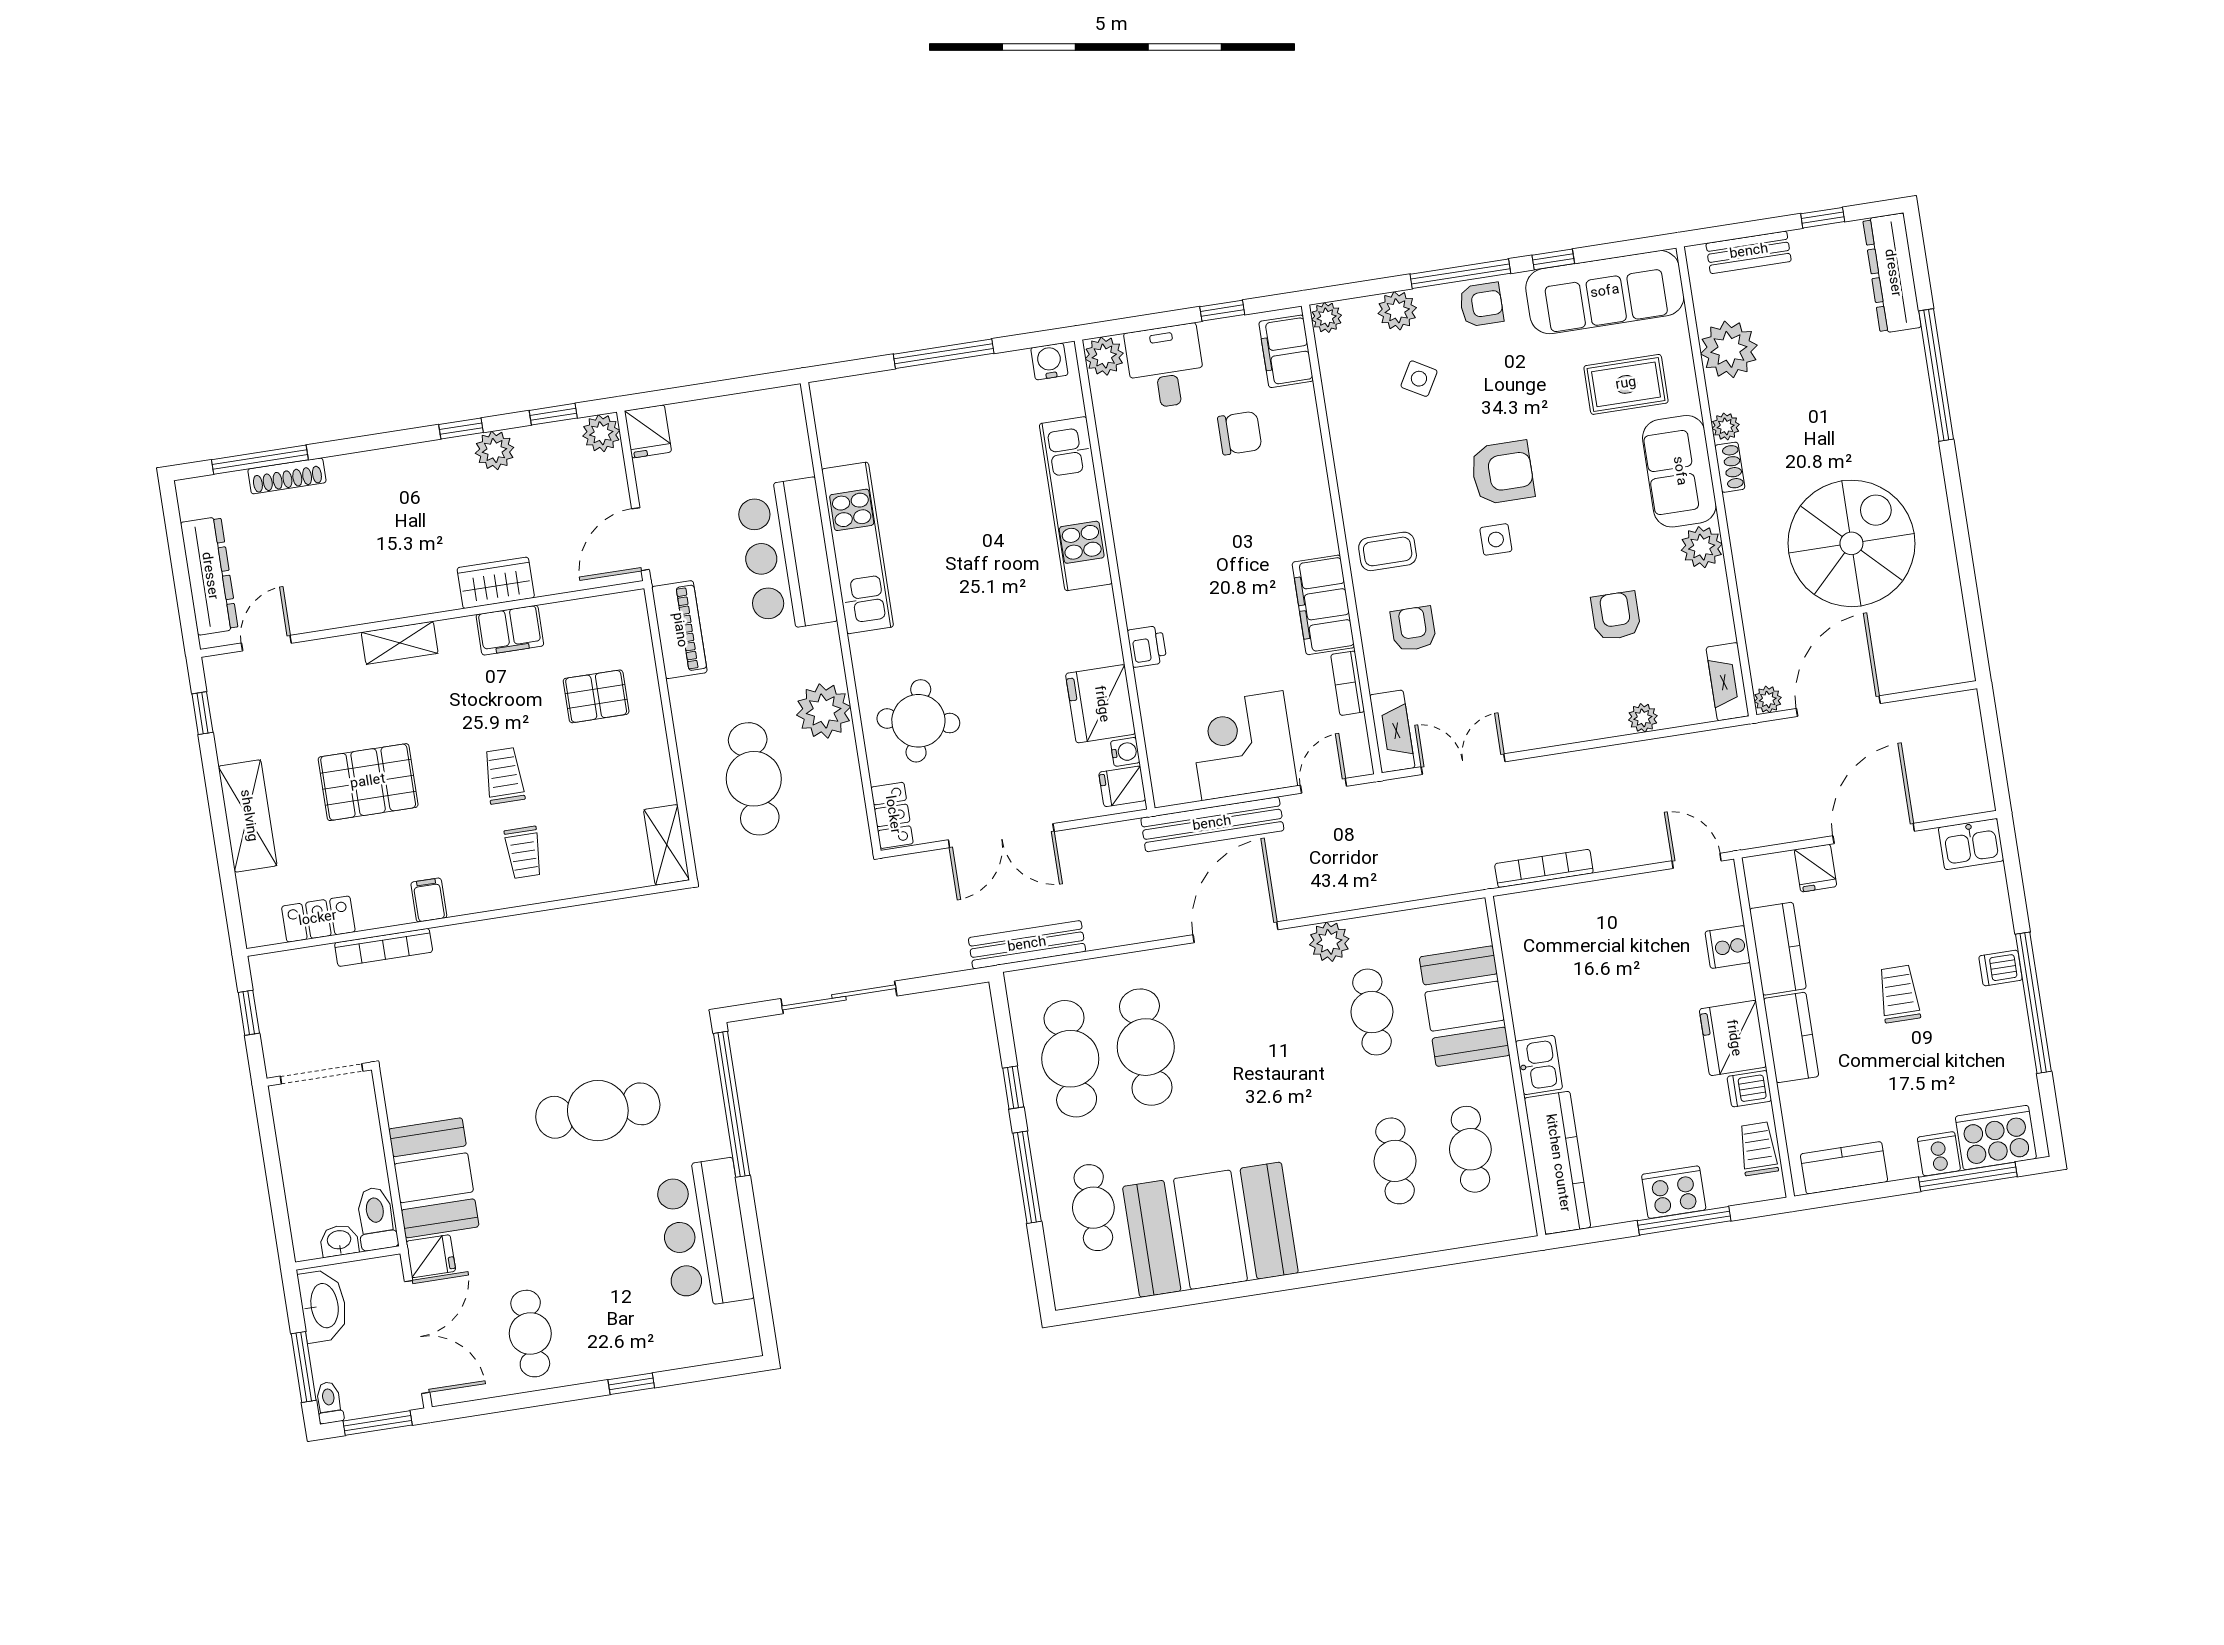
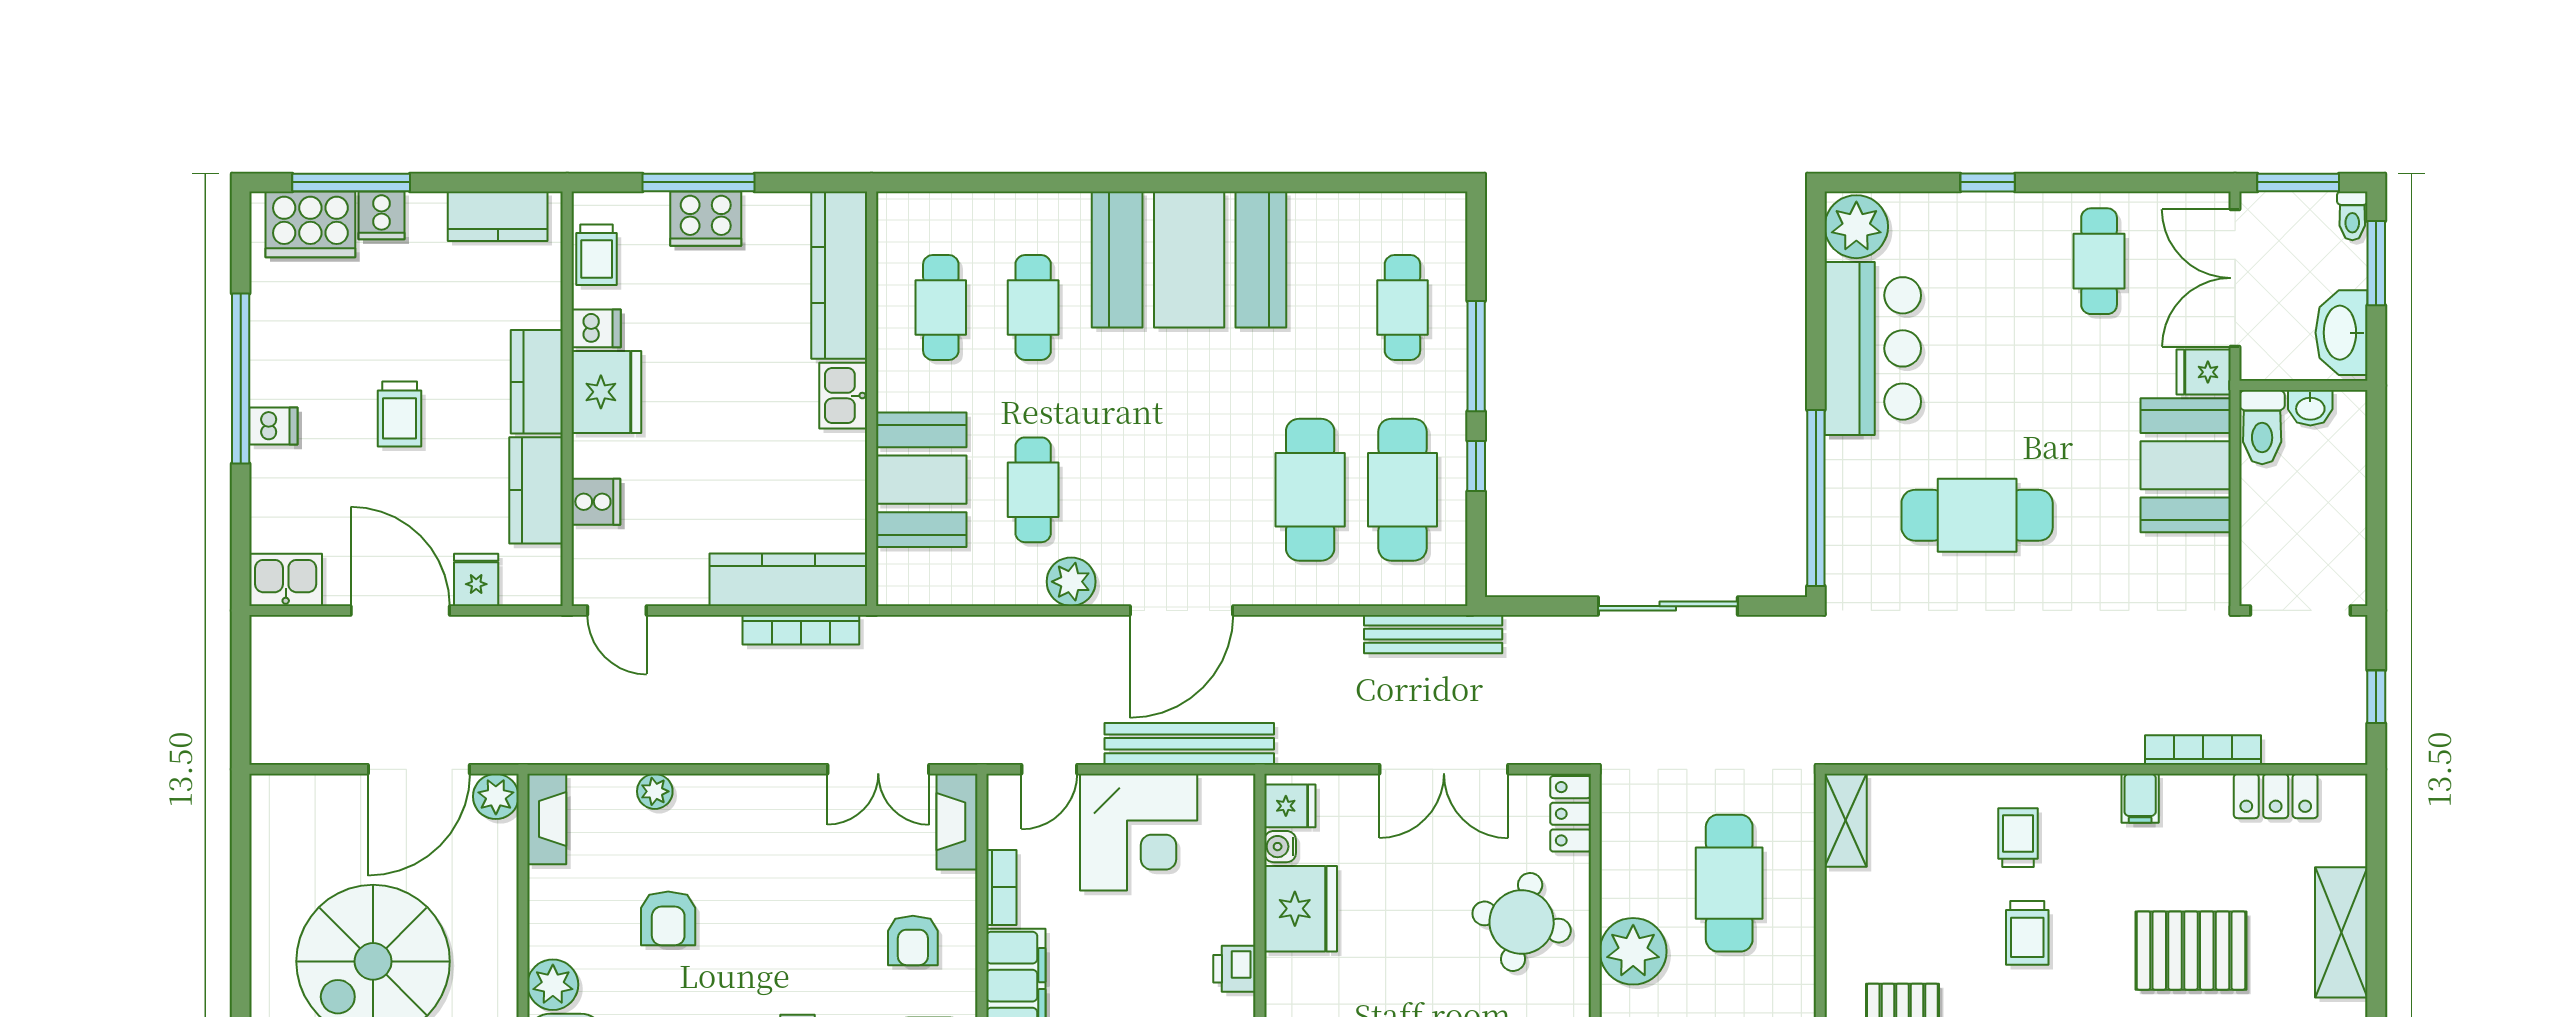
plant: (1768, 699) -> (496, 796), width x1.38, depth x1.38
door: (1874, 833) -> (400, 610), swing flipped
double door: (1001, 836) -> (1444, 769), swing flipped
kitchen counter: (1561, 908) -> (788, 580), added
booth: (1210, 1230) -> (1189, 259), moved
plant: (733, 1331) -> (1856, 227), added

